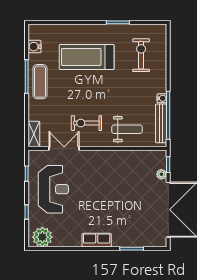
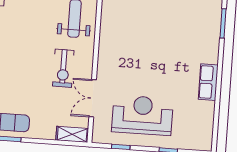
plant: (42, 237) -> (201, 133), removed
row of seats: (97, 240) -> (208, 82), moved

